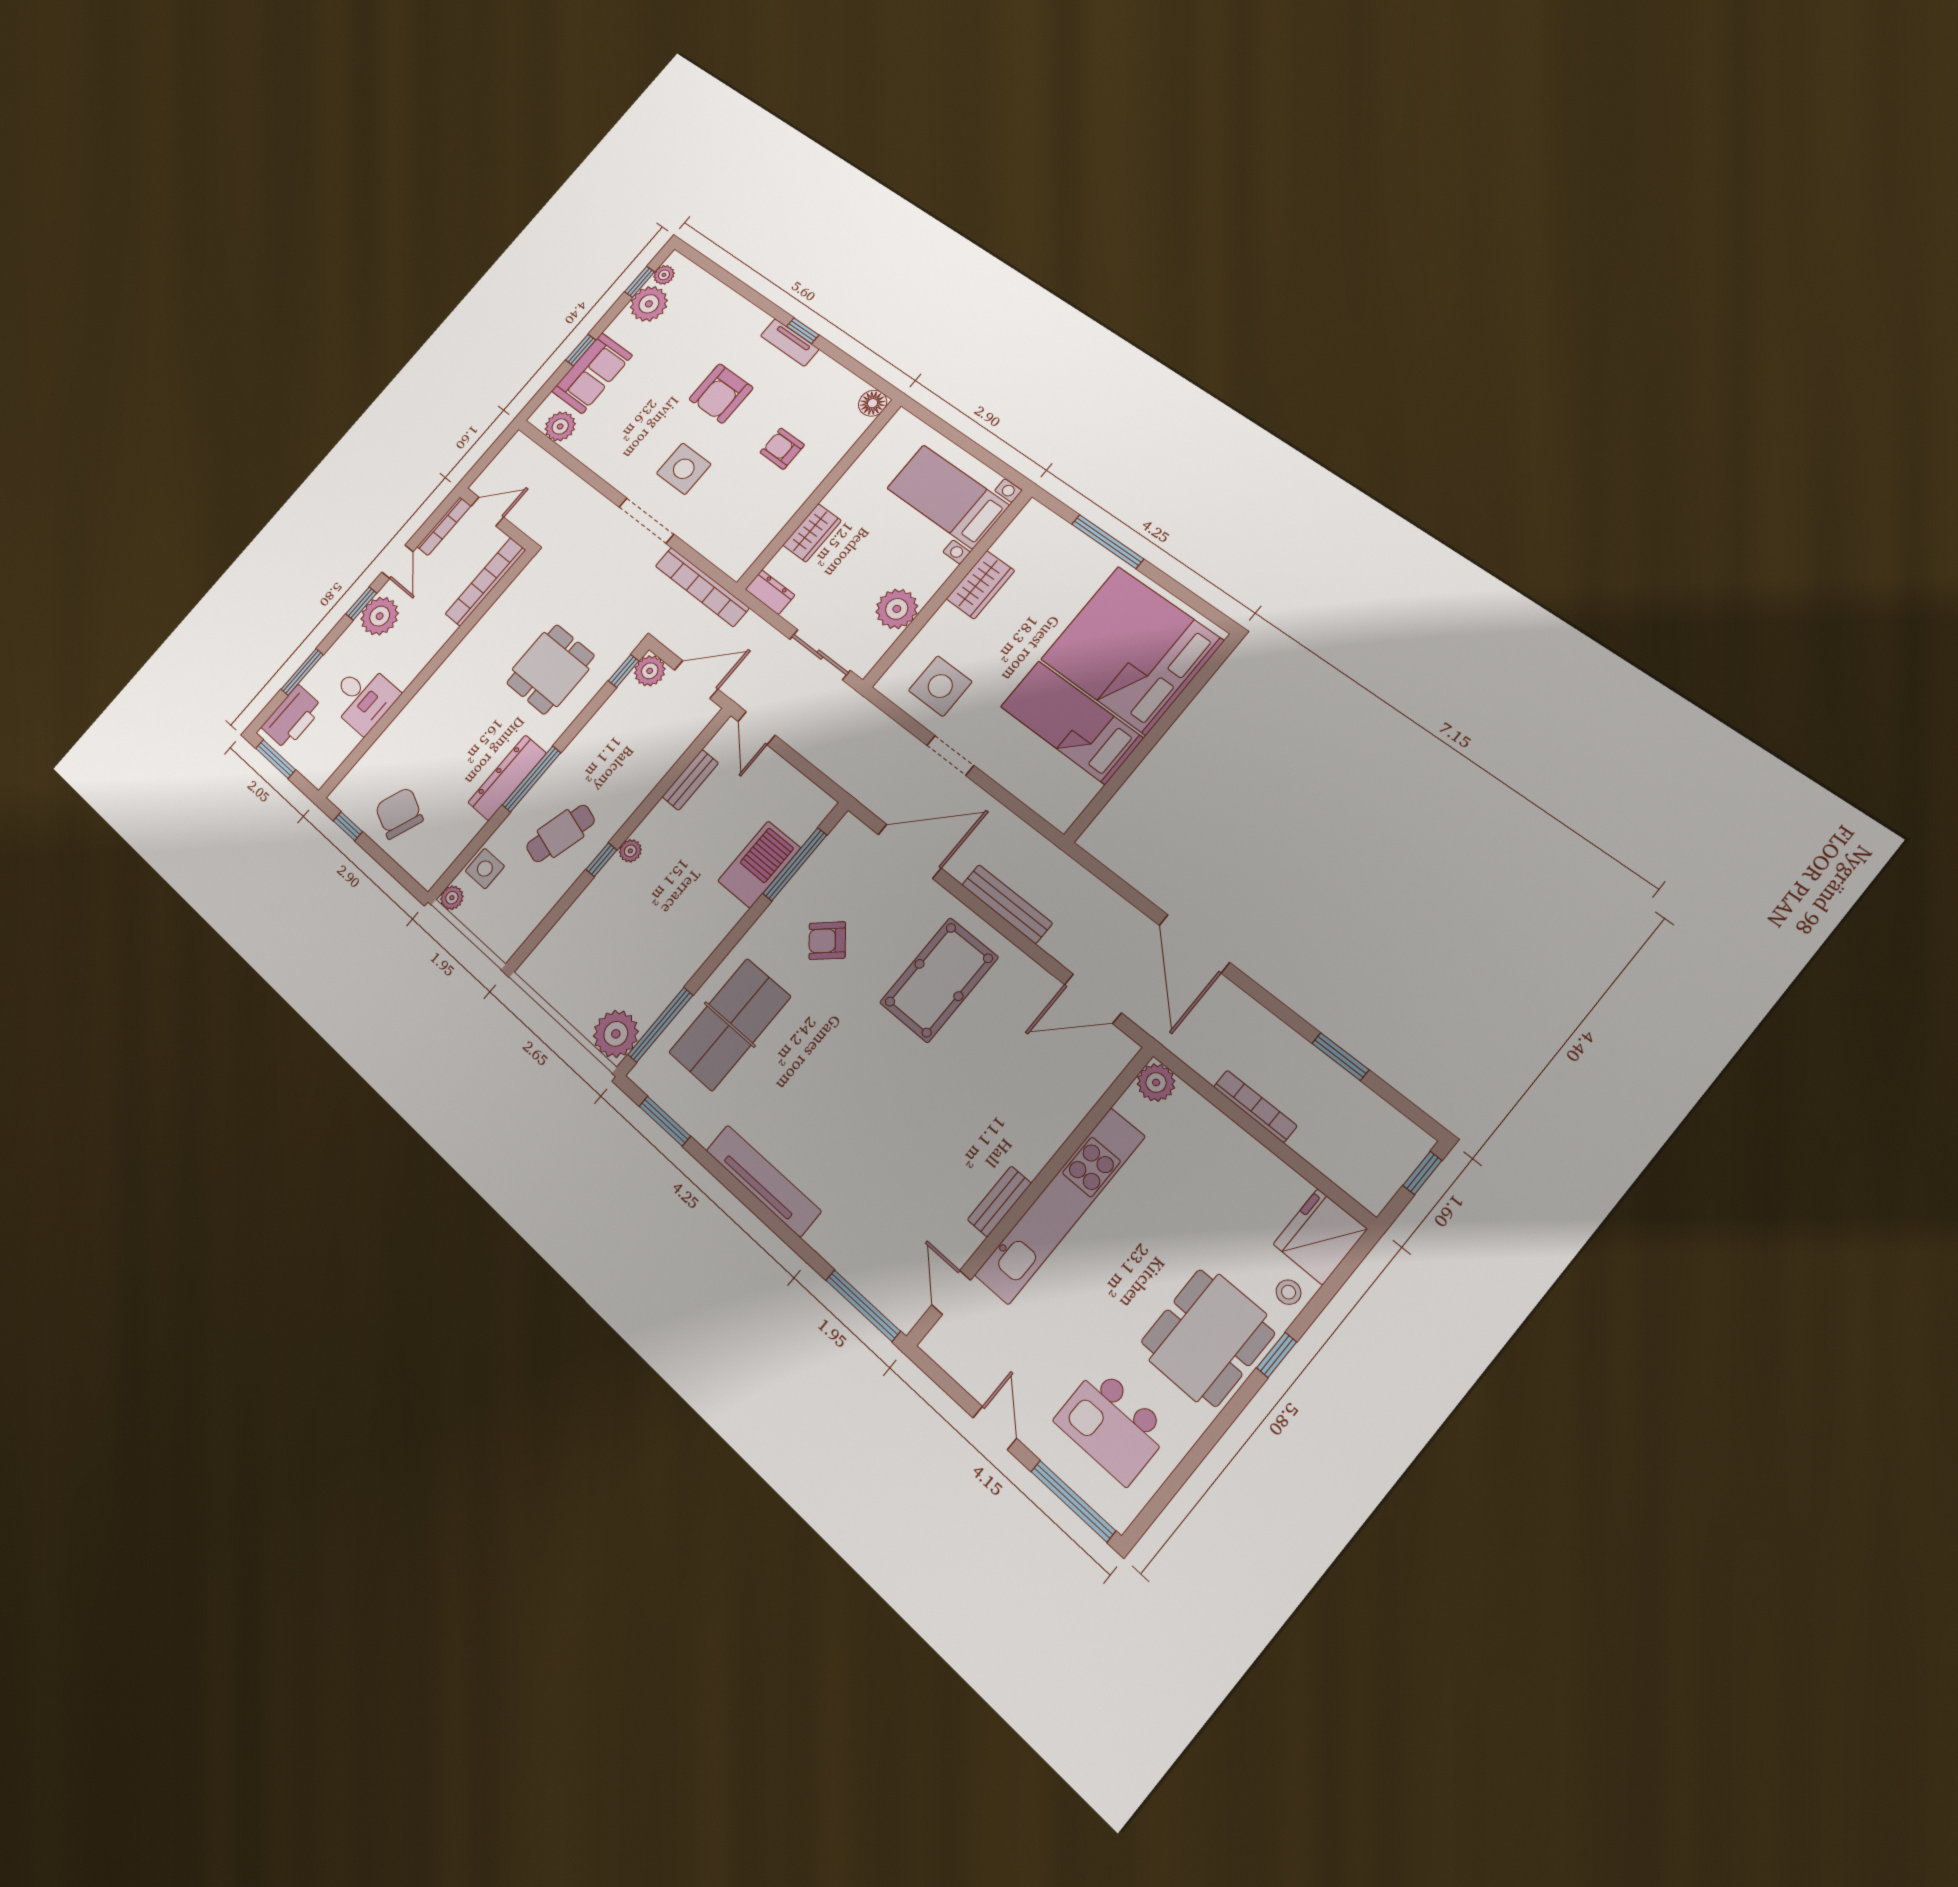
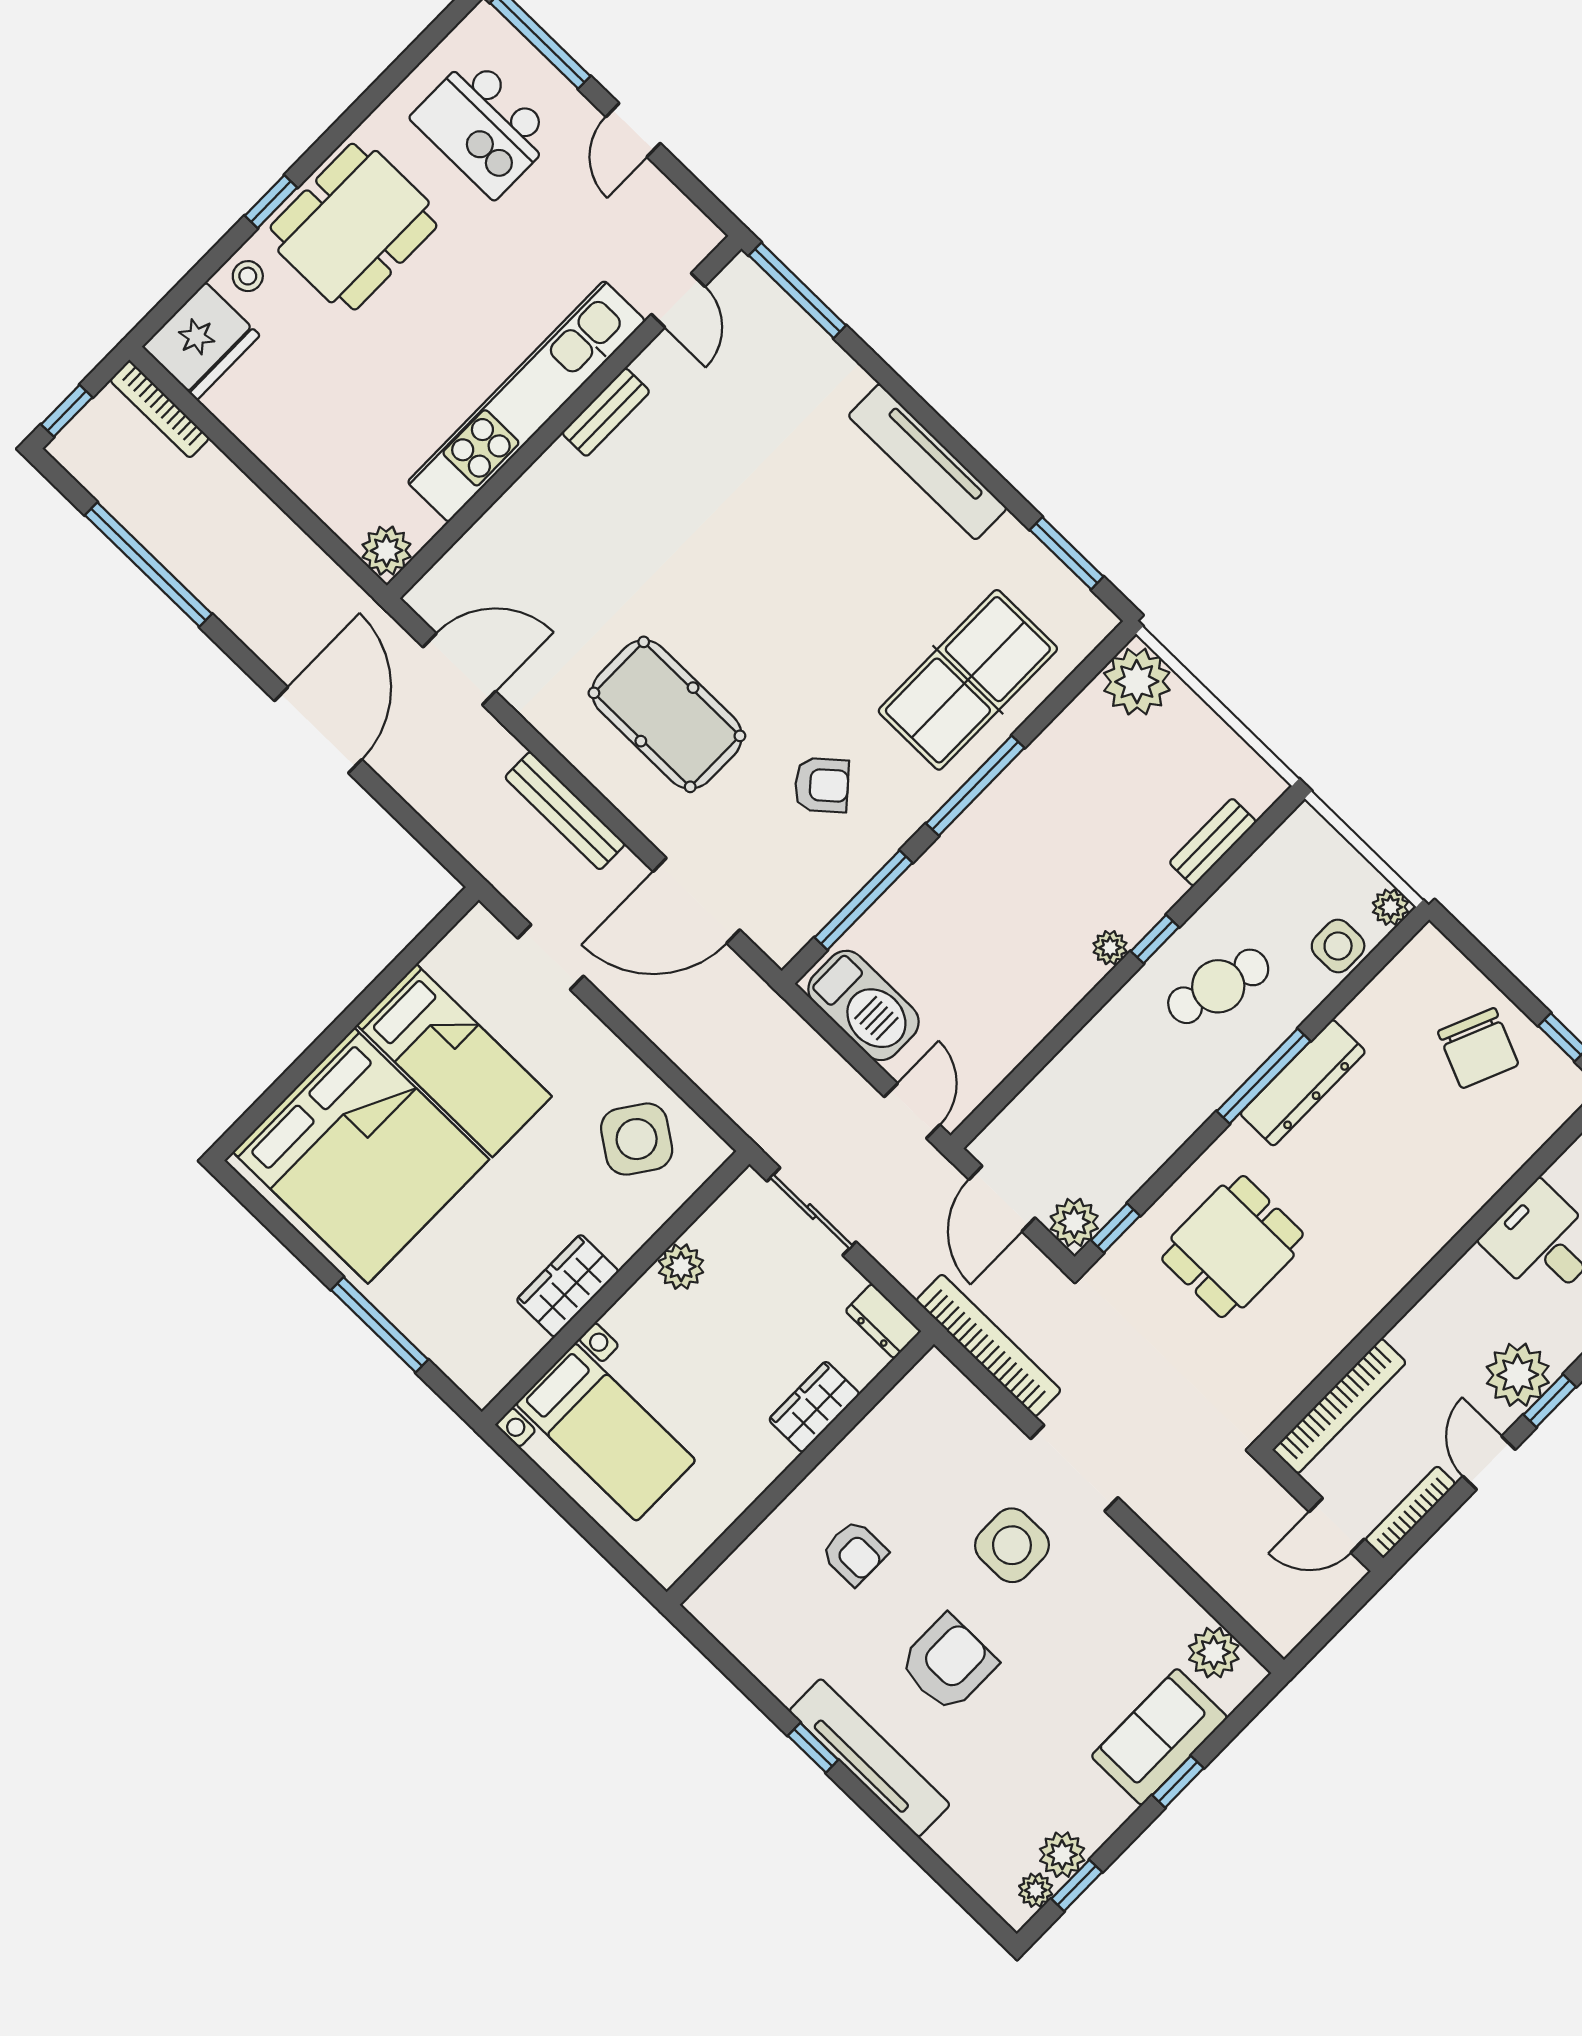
plant: (649, 304) -> (1062, 1855), width x0.73, depth x0.73
tv unit: (790, 343) -> (869, 1758), width x1.92, depth x1.29
floor lamp: (873, 403) -> (710, 1604), removed
plant: (897, 609) -> (681, 1267), width x0.73, depth x0.73
door: (696, 680) -> (1002, 1199), hinge flipped
side table: (940, 686) -> (637, 1139), turned 35
doorway: (950, 755) -> (551, 957), moved
bench: (690, 780) -> (1213, 842), moved
barbecue: (759, 864) -> (863, 1005), moved, turned -90
pool table: (939, 980) -> (667, 714), turned 90
window: (660, 1025) -> (975, 786), moved
window: (1340, 1057) -> (148, 564), width x2.11
bookcase: (1255, 1106) -> (160, 409), moved
kitchen island: (1112, 1425) -> (483, 127), turned 180

